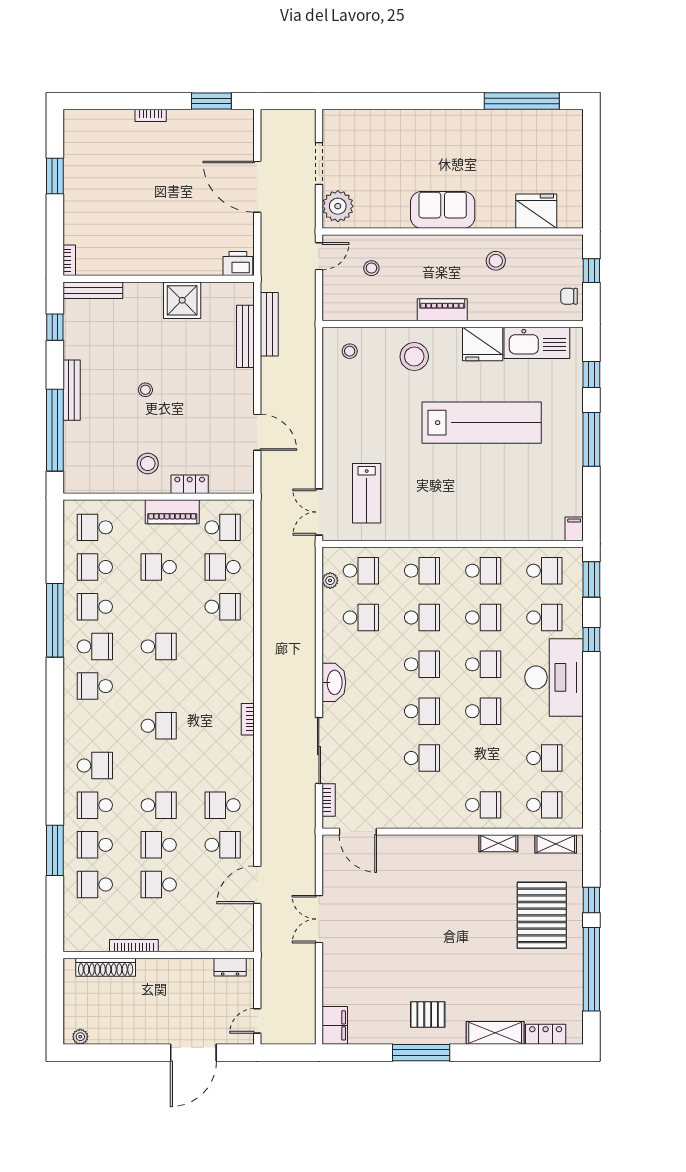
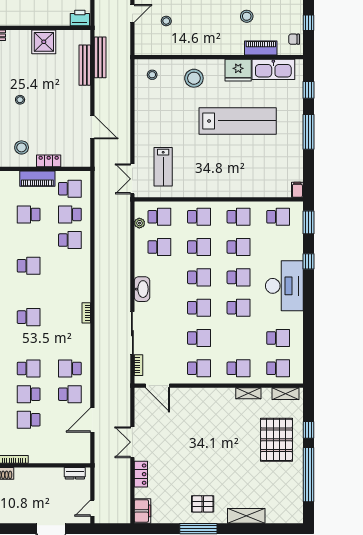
piano: (442, 310) -> (261, 48), moved
school desk: (544, 618) -> (199, 368), moved
locker: (546, 1034) -> (141, 474), moved, turned 90

